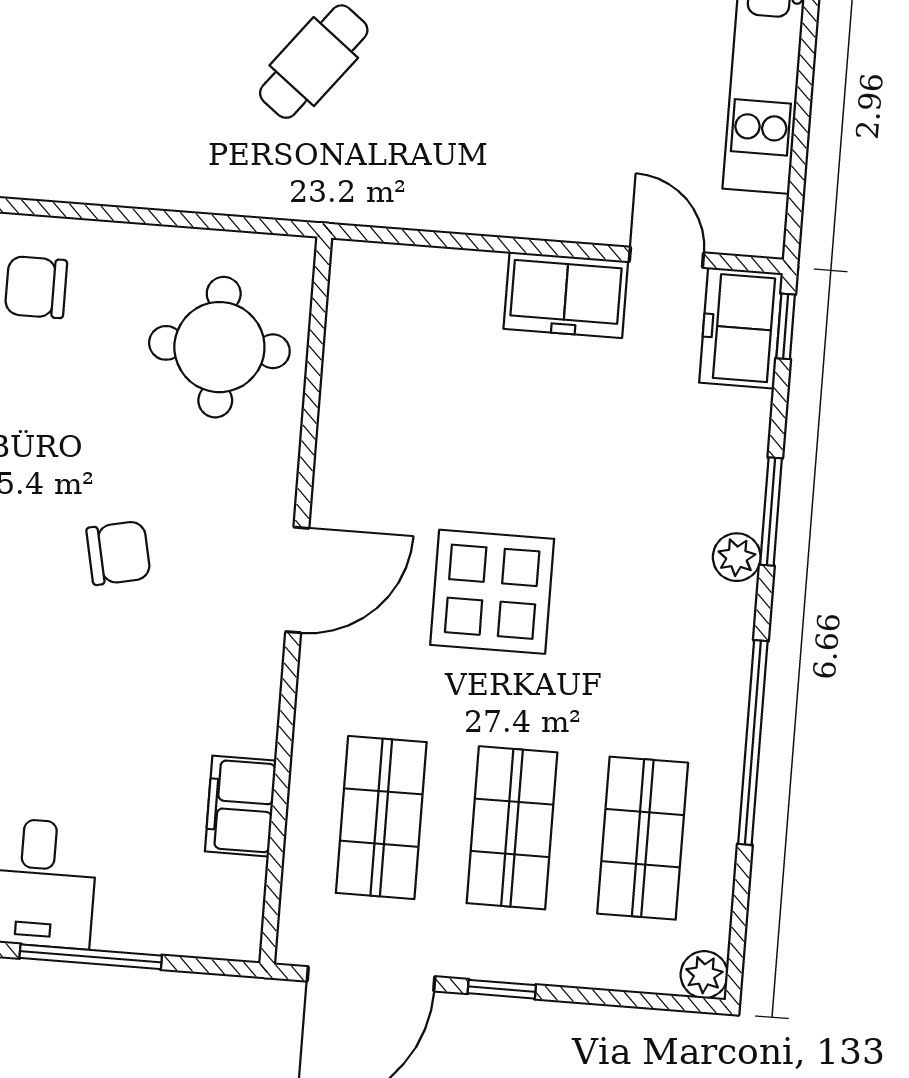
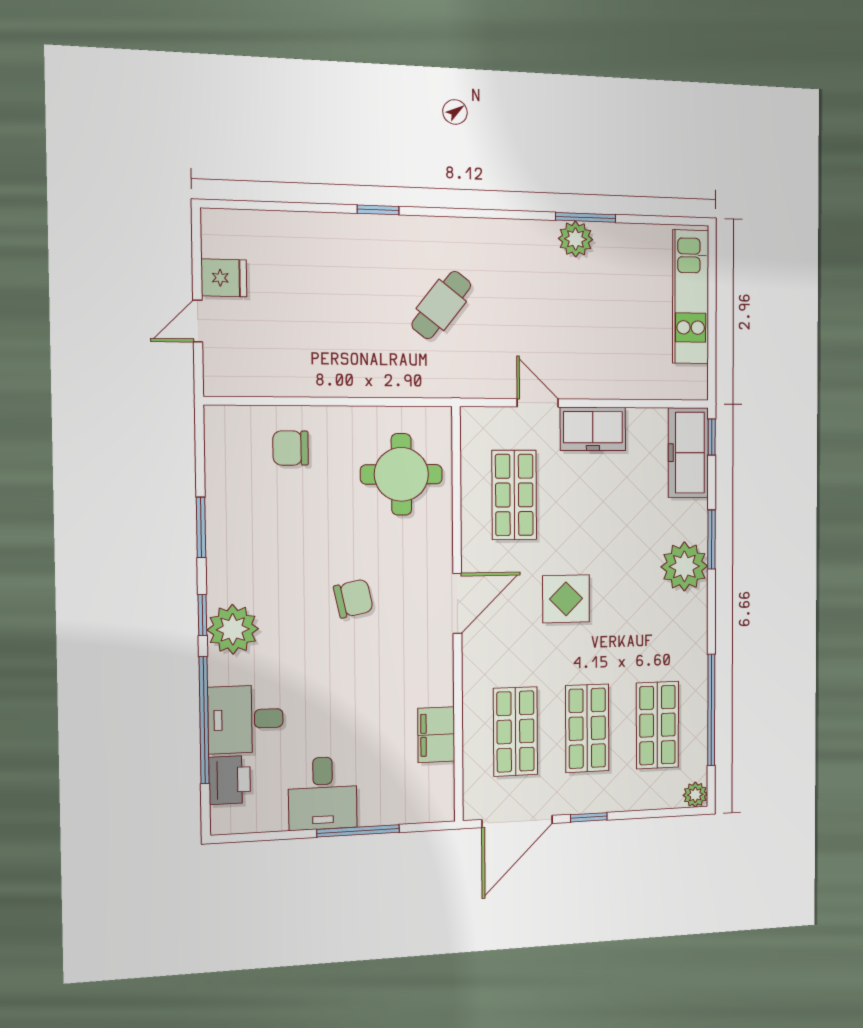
door: (666, 257) -> (538, 403), moved
freezer: (741, 328) -> (688, 453), width x1.40
shop shelf: (414, 400) -> (514, 495), added
plant: (737, 557) -> (684, 566), width x1.87, depth x1.87
display table: (492, 592) -> (566, 599), width x0.73, depth x0.73
window: (753, 743) -> (711, 710), moved

